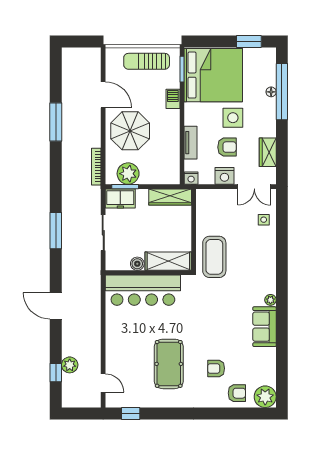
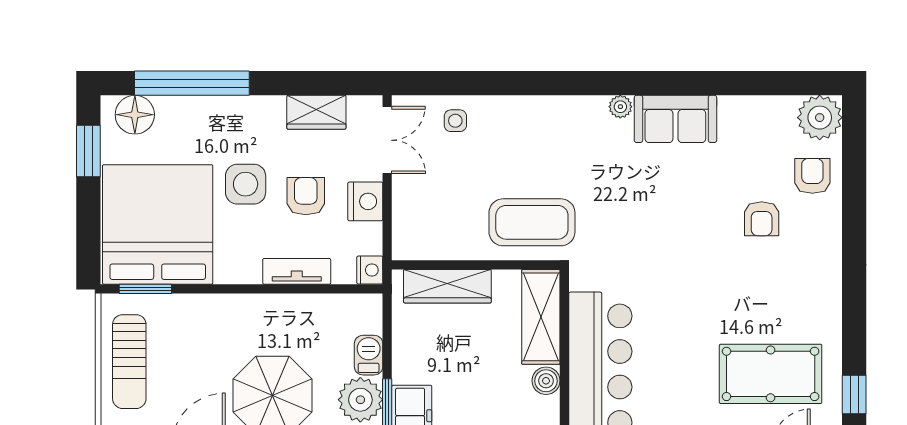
floor lamp: (271, 92) -> (135, 115), moved, width x1.89, depth x1.89
barbecue: (173, 99) -> (369, 355), moved, turned 90
wardrobe: (170, 197) -> (447, 286), moved, turned 90
pool table: (169, 364) -> (771, 374), moved

